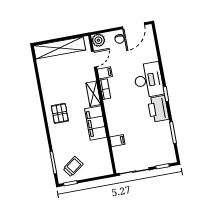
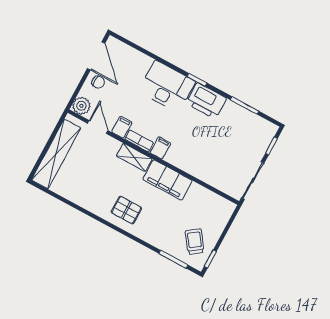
filing cabinet: (117, 141) -> (160, 148), moved

